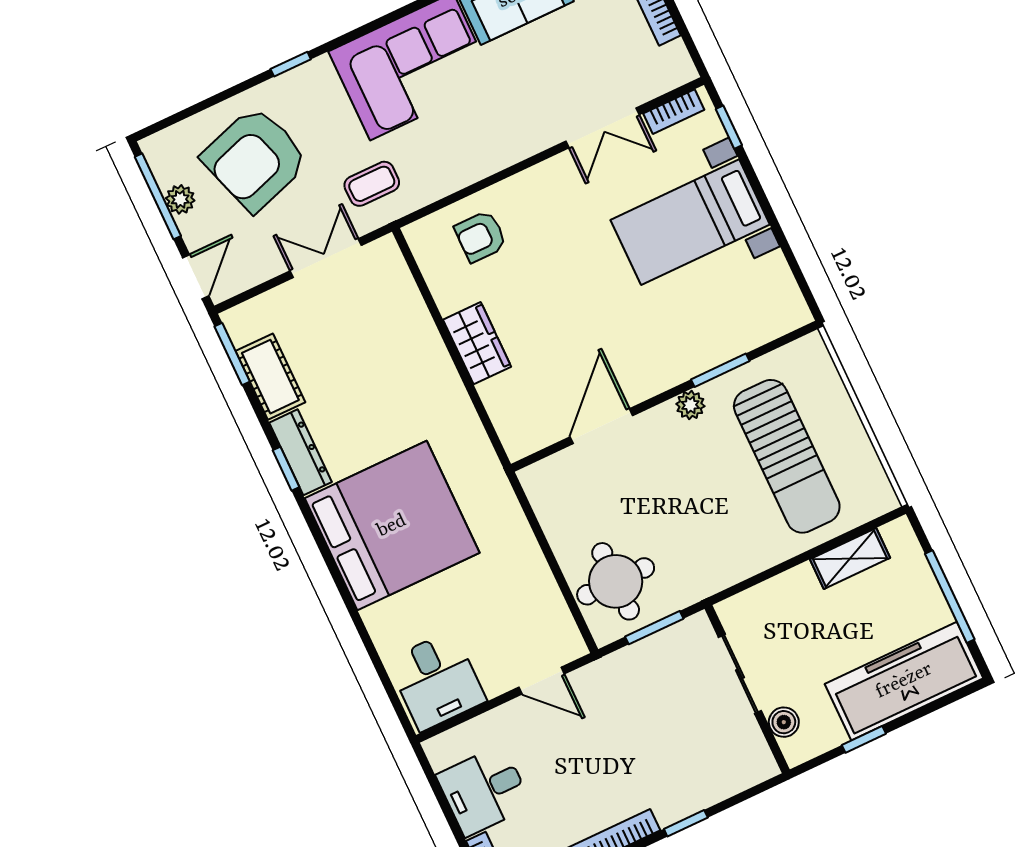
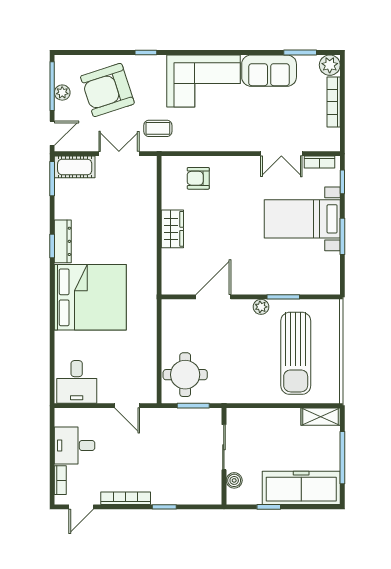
window: (772, 220) -> (342, 236), added
cot: (270, 377) -> (75, 167), moved, turned 90
shelving: (850, 559) -> (321, 417), moved

